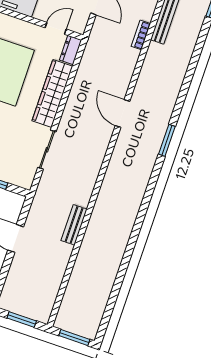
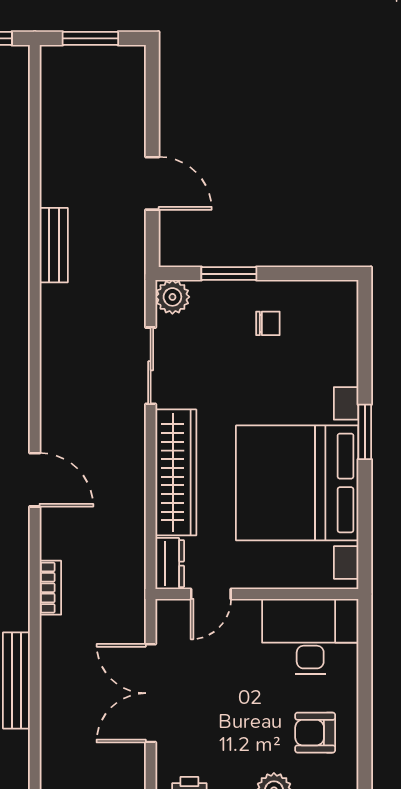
bookcase: (141, 35) -> (50, 588), moved
plant: (25, 180) -> (172, 297), added

